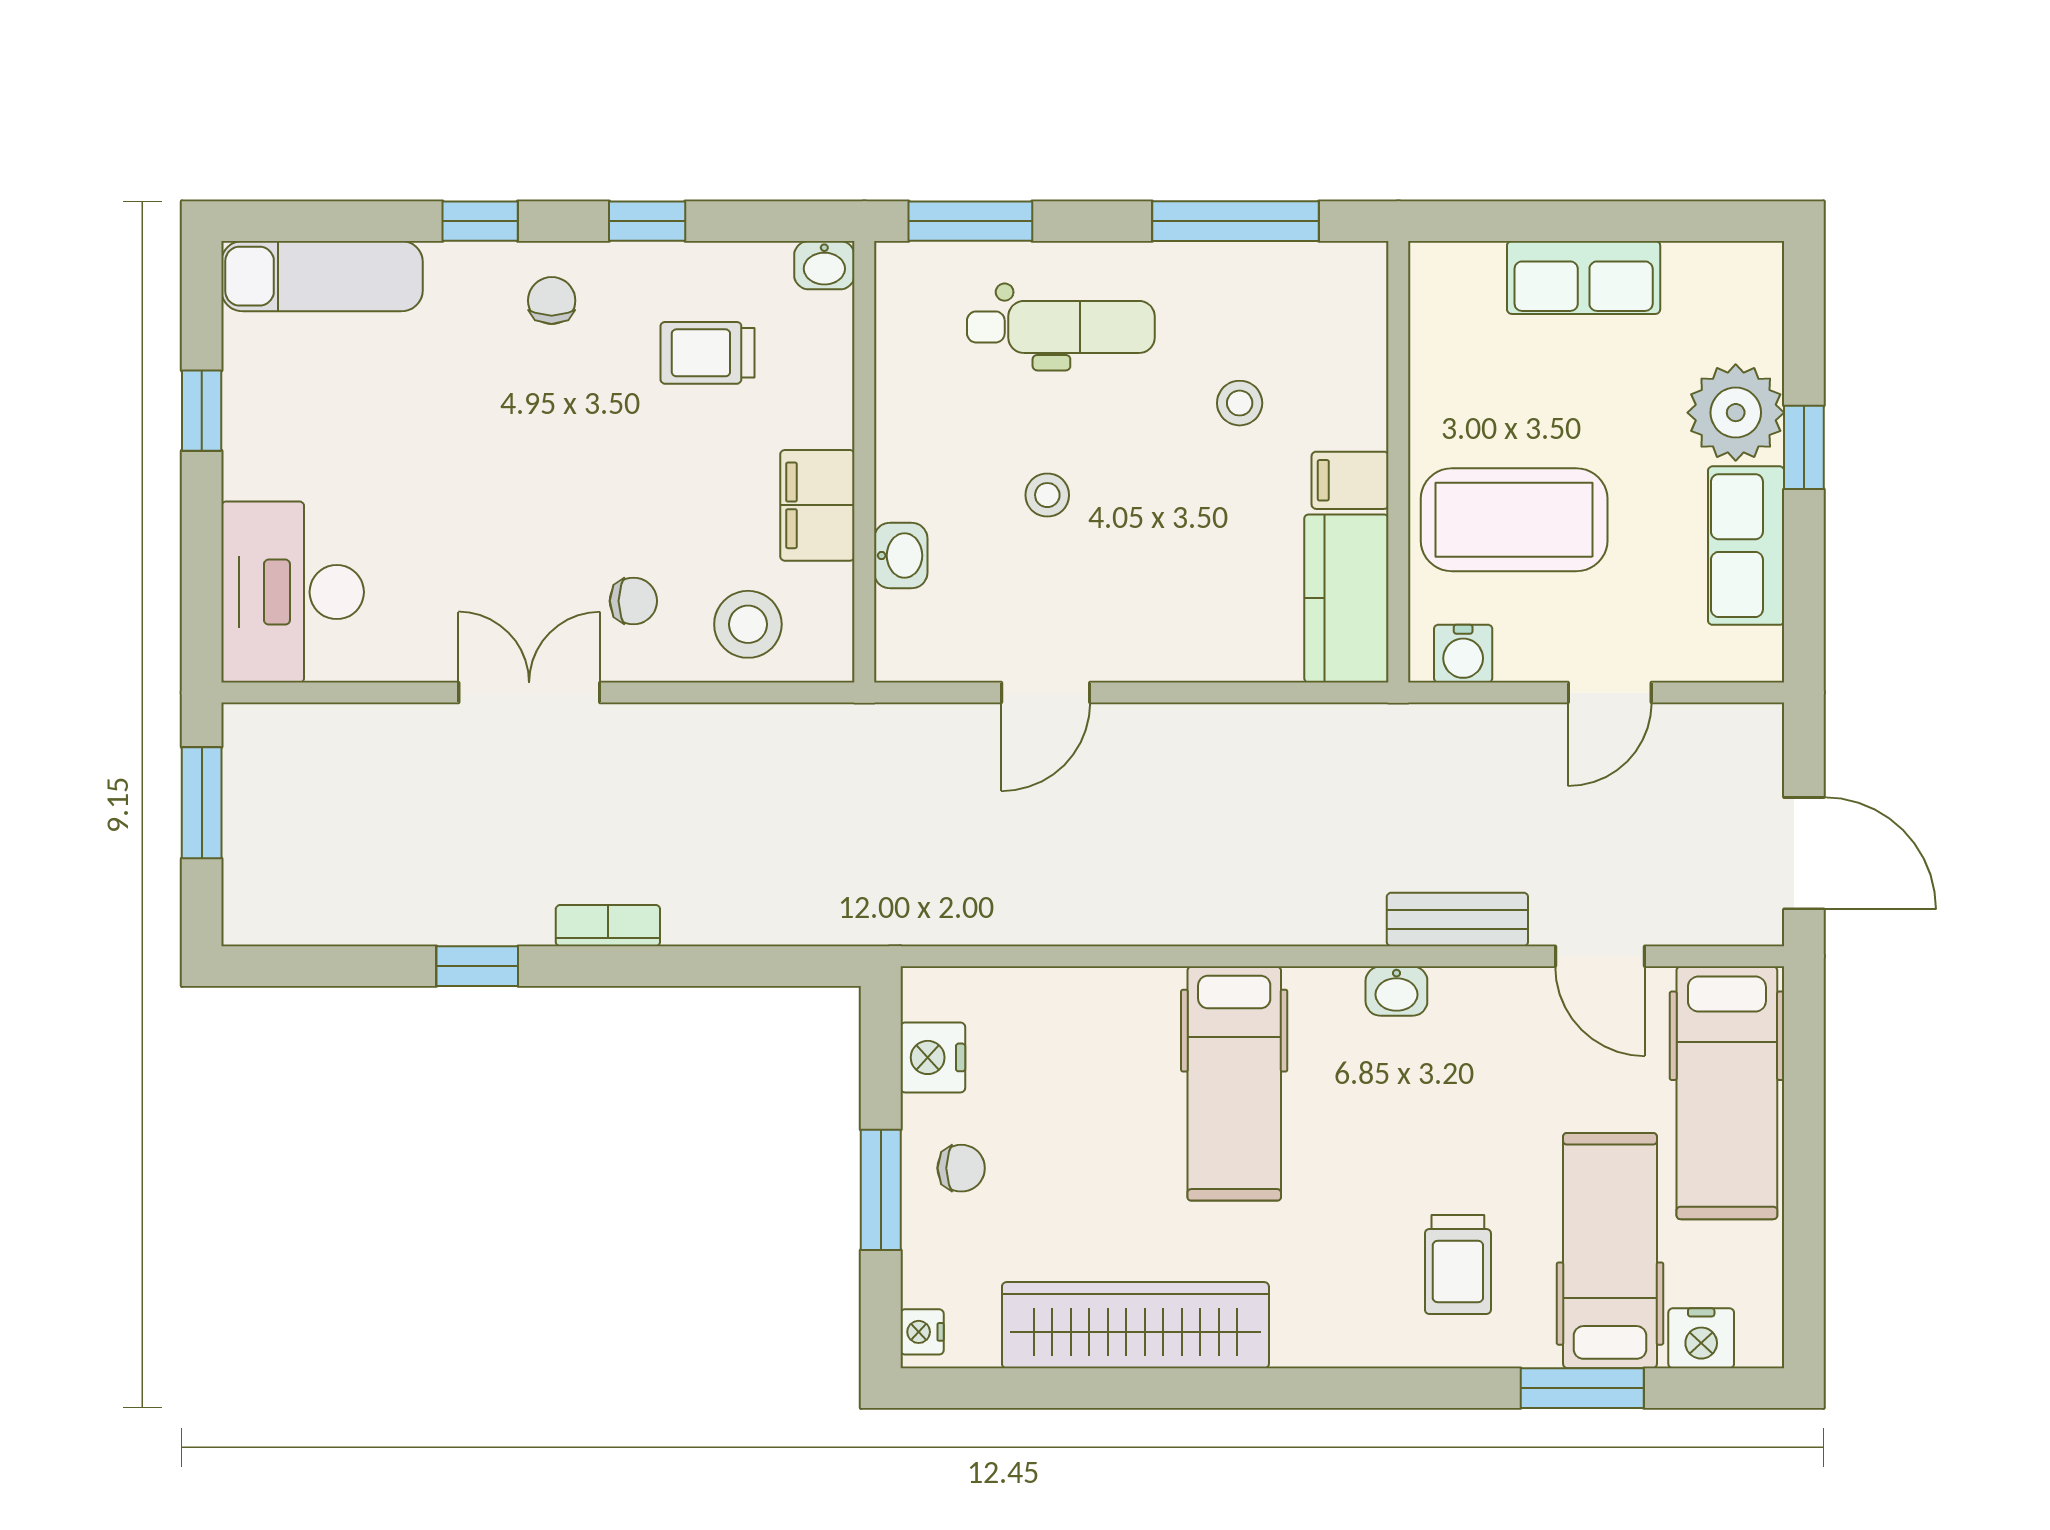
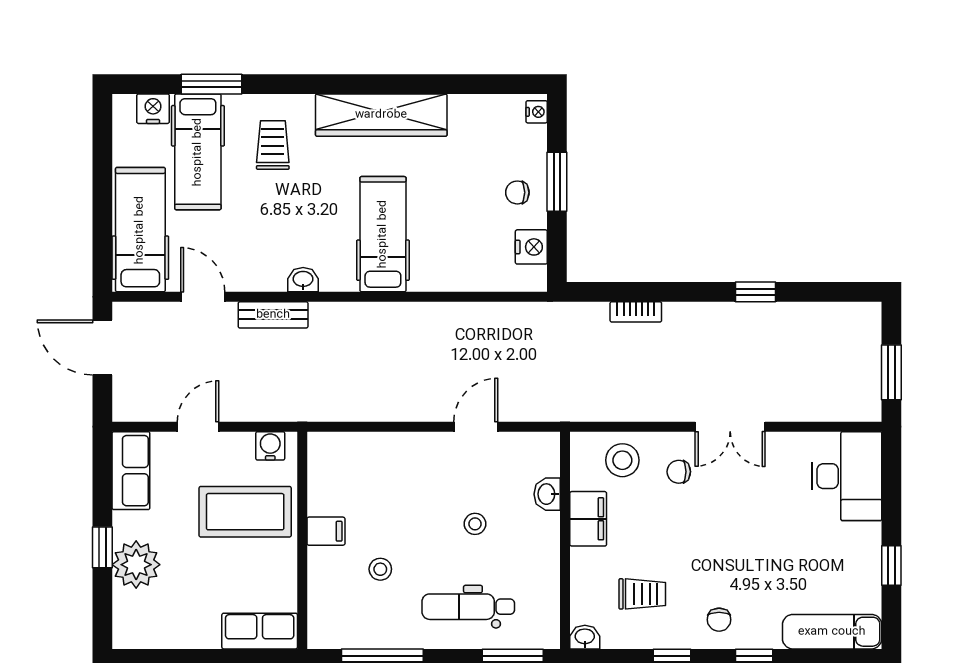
row of seats: (1584, 277) -> (260, 631), moved
row of seats: (1746, 546) -> (131, 471), moved
kitchen counter: (1346, 598) -> (328, 473), removed
bookcase: (608, 926) -> (636, 312), moved
wardrobe: (1135, 1325) -> (381, 115), moved

